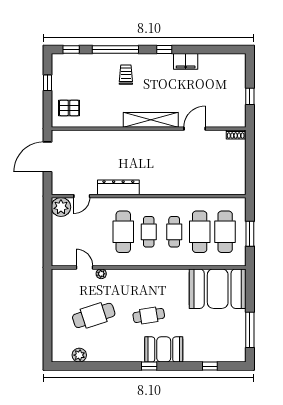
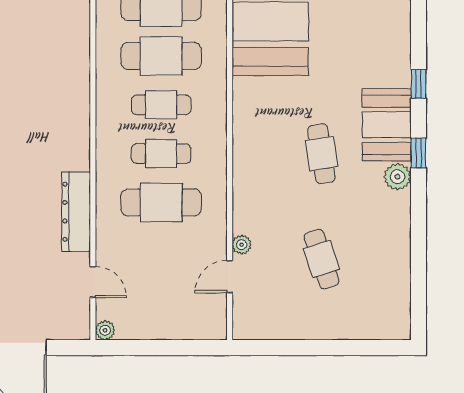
plant: (61, 207) -> (105, 330), width x0.53, depth x0.53
cafe table: (94, 315) -> (322, 259), width x0.73, depth x0.74
plant: (79, 355) -> (398, 177), moved
window: (210, 366) -> (418, 84), moved

